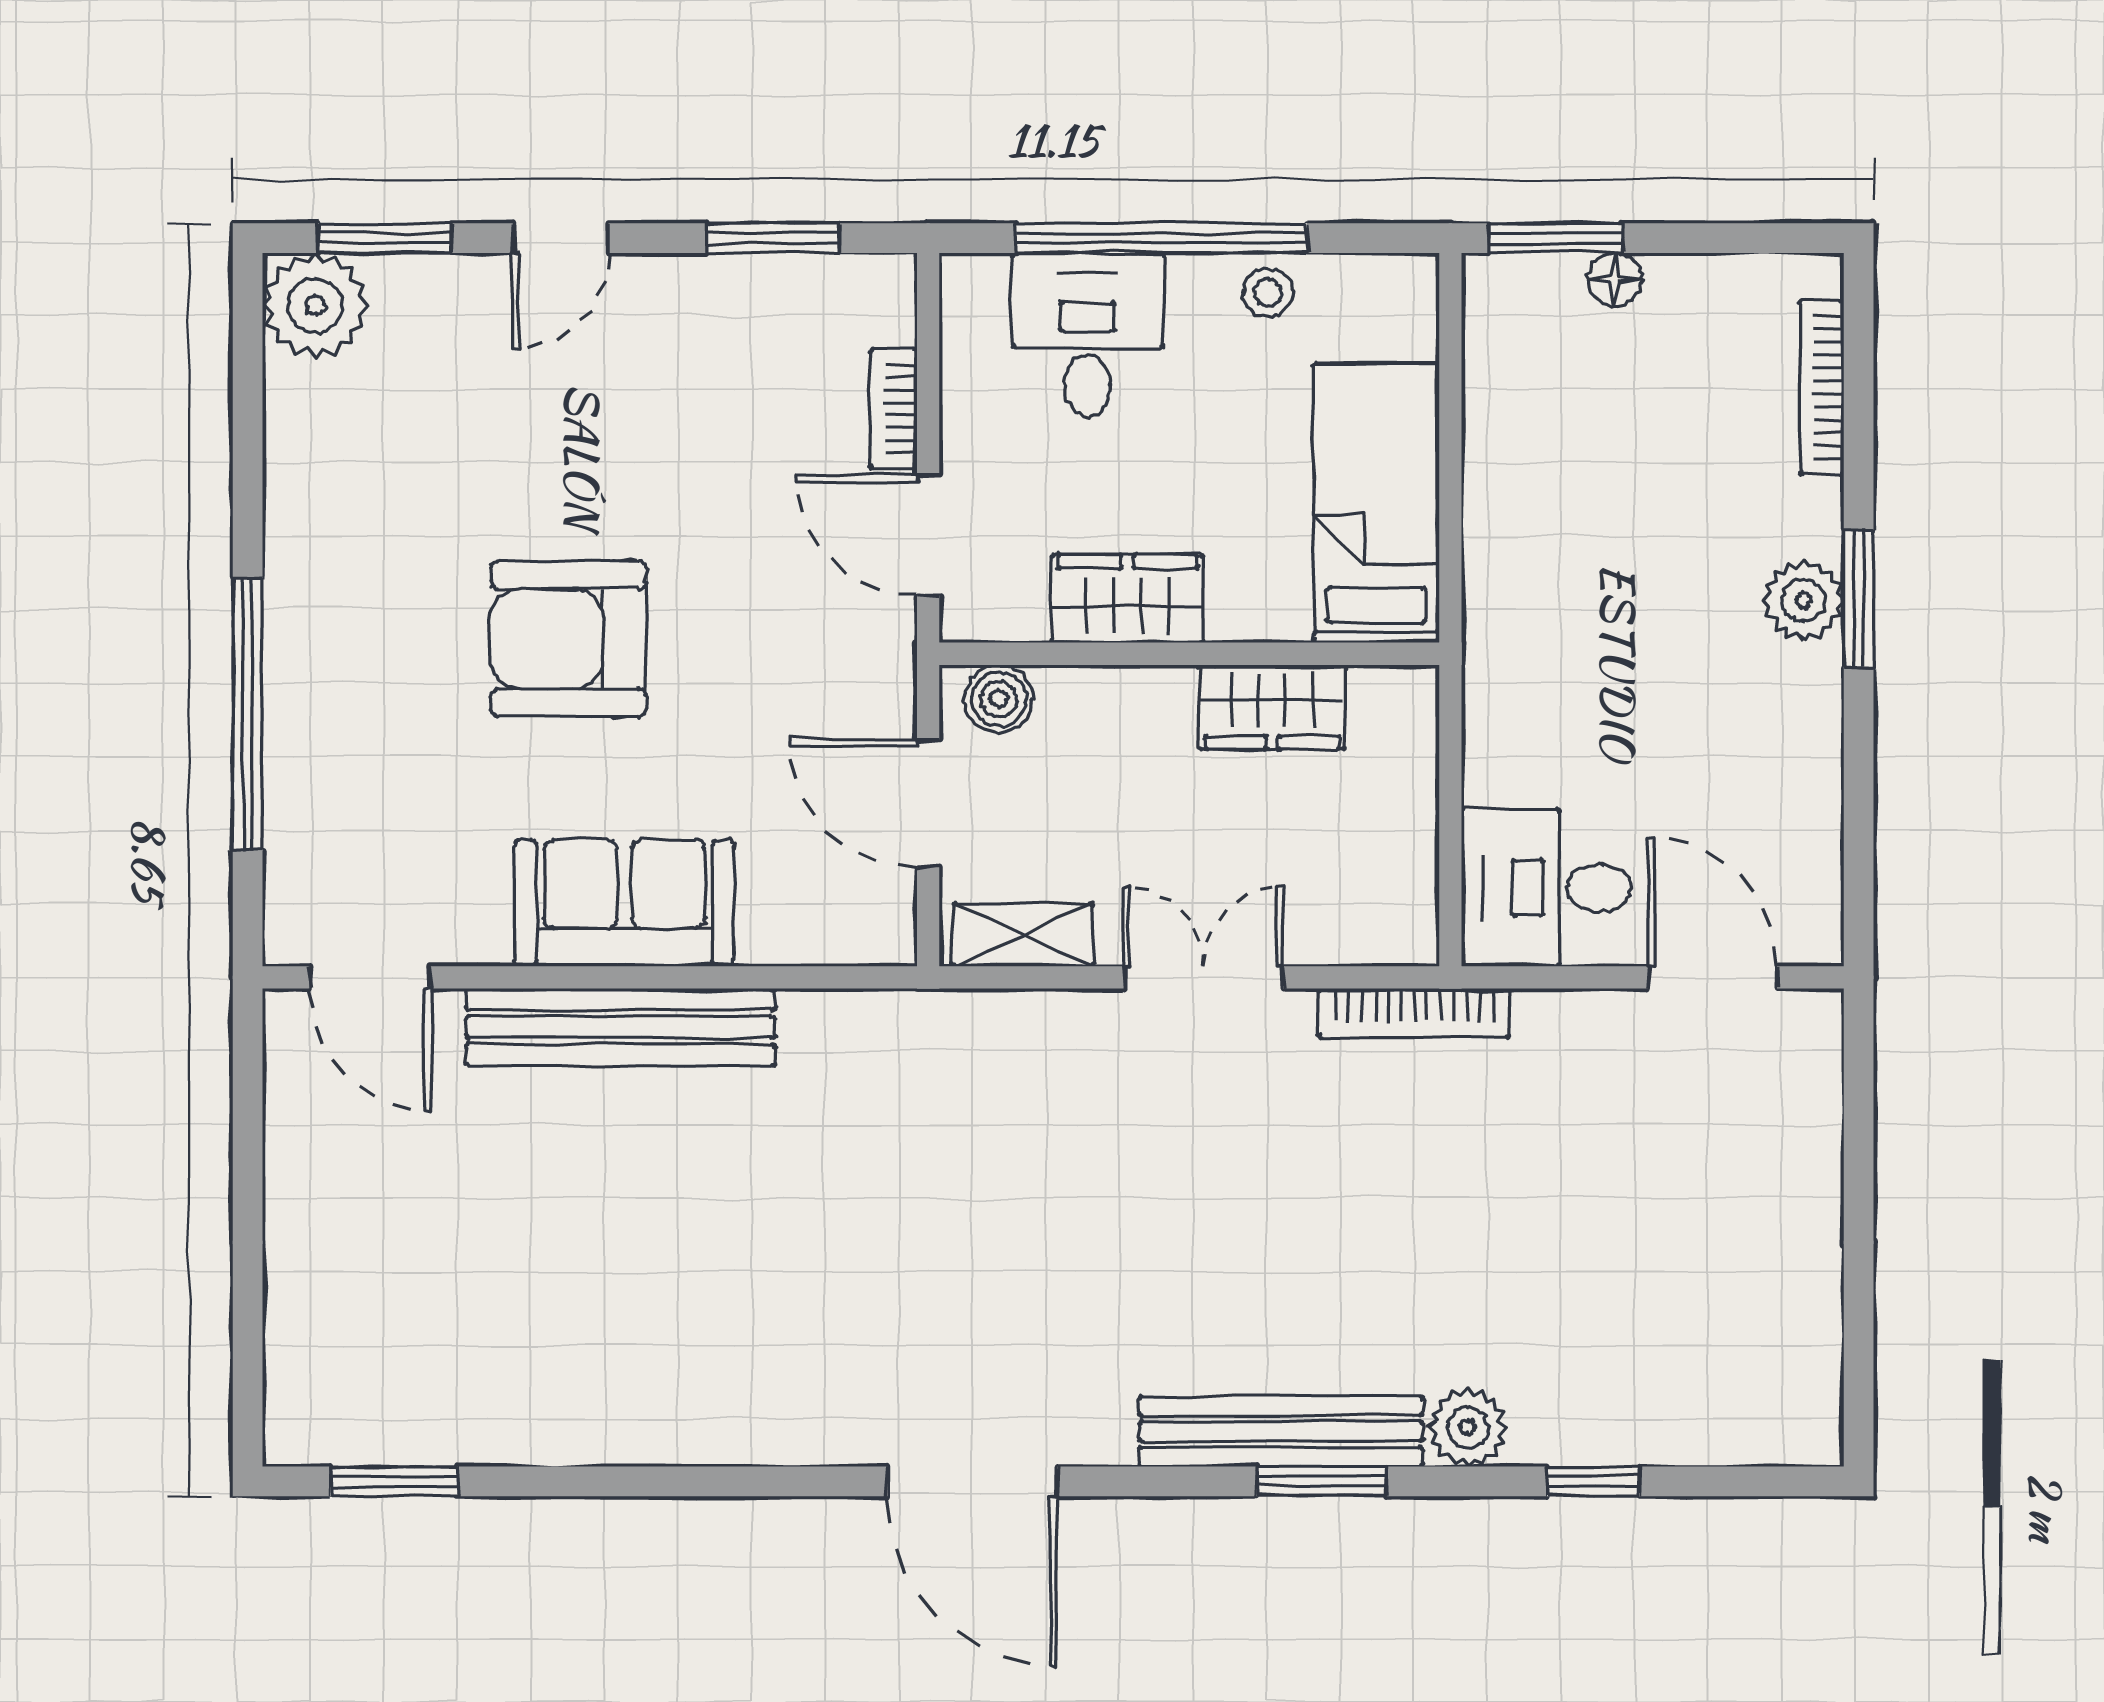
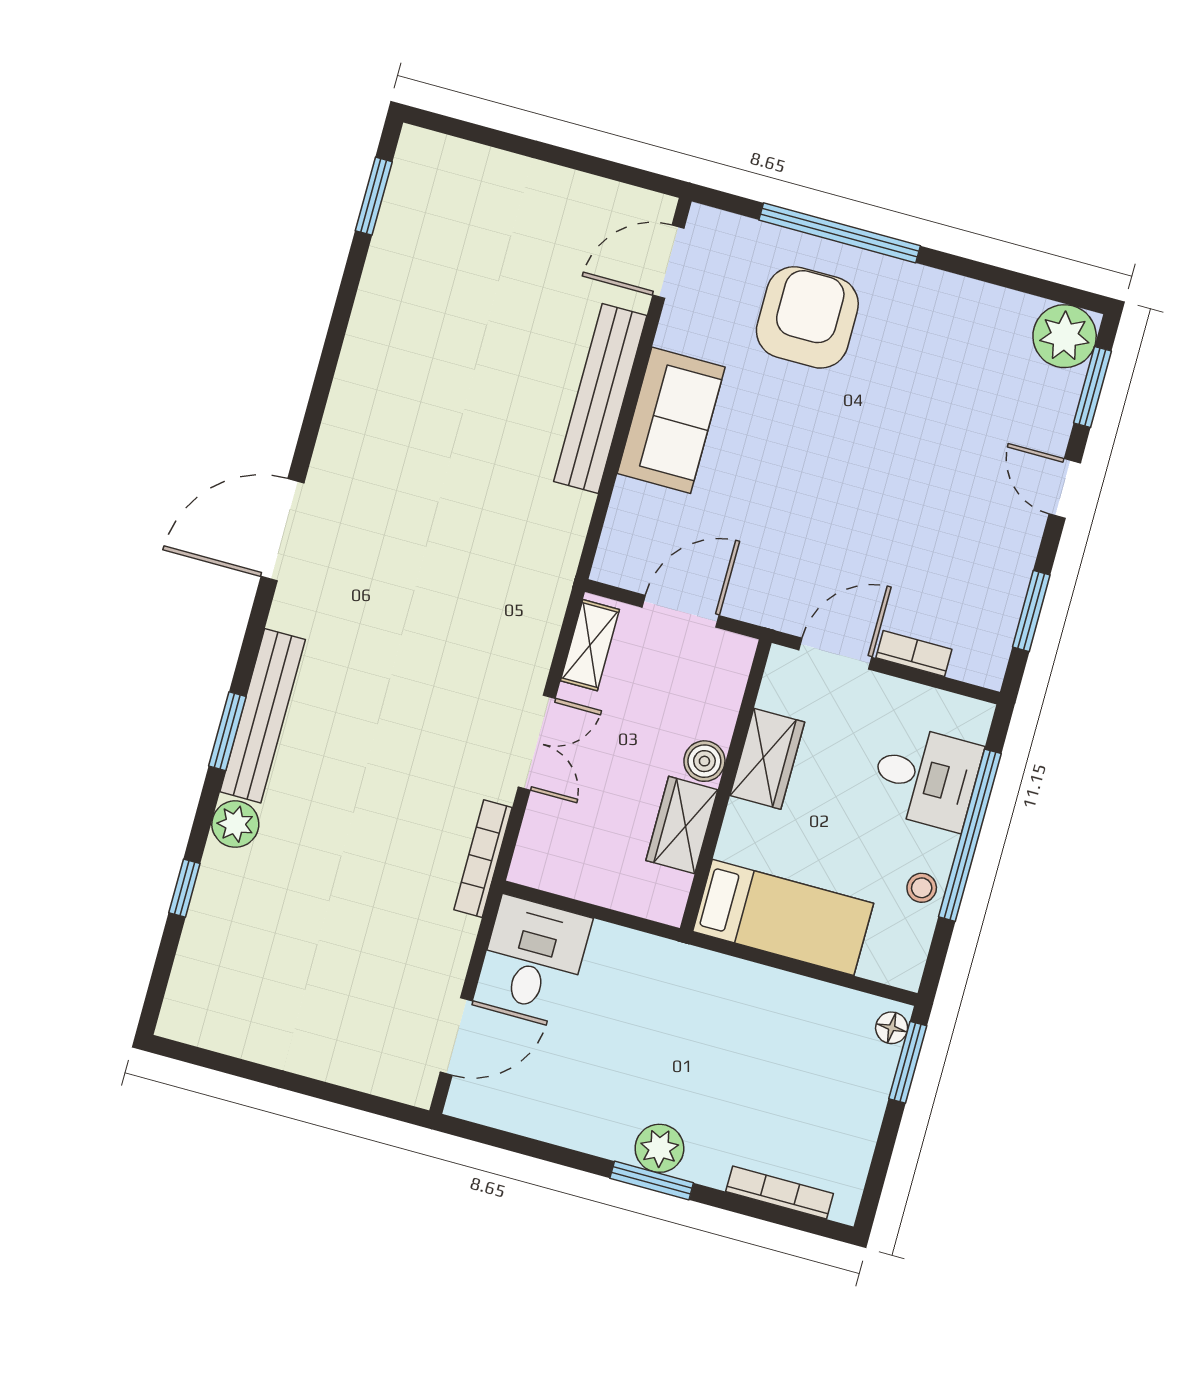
floor lamp: (1615, 279) -> (892, 1028), moved
armchair: (568, 639) -> (807, 317), moved
boiler: (999, 699) -> (704, 761), moved

